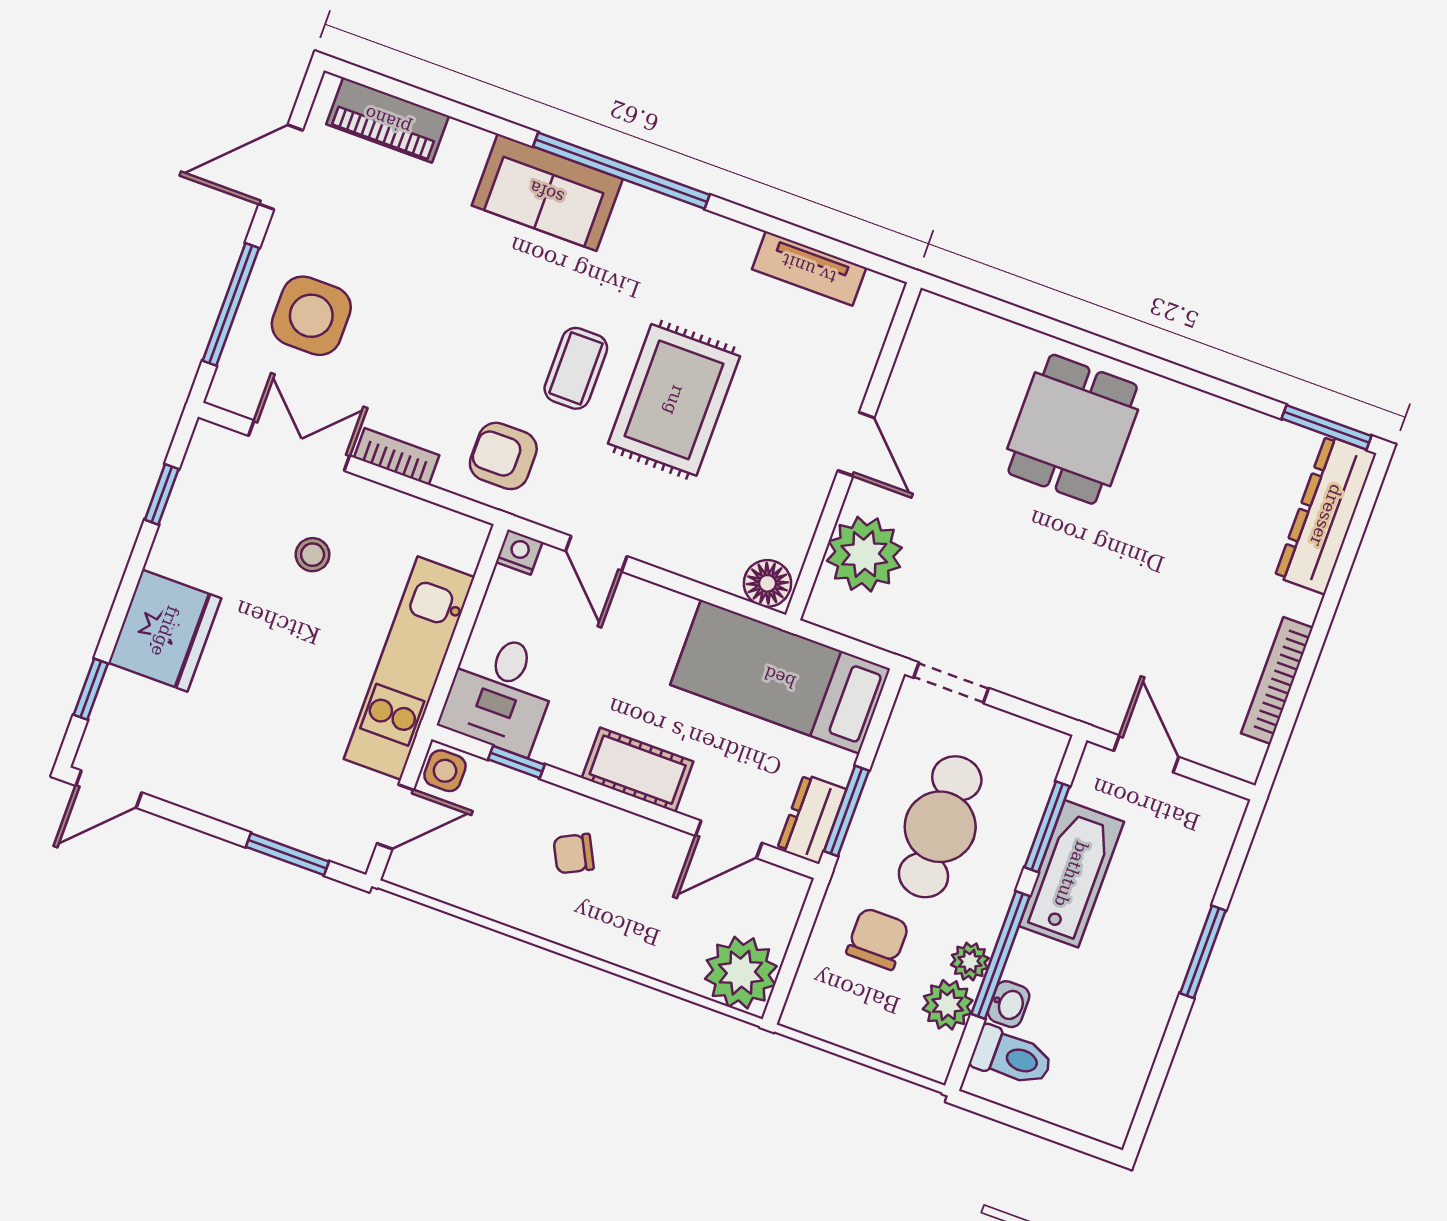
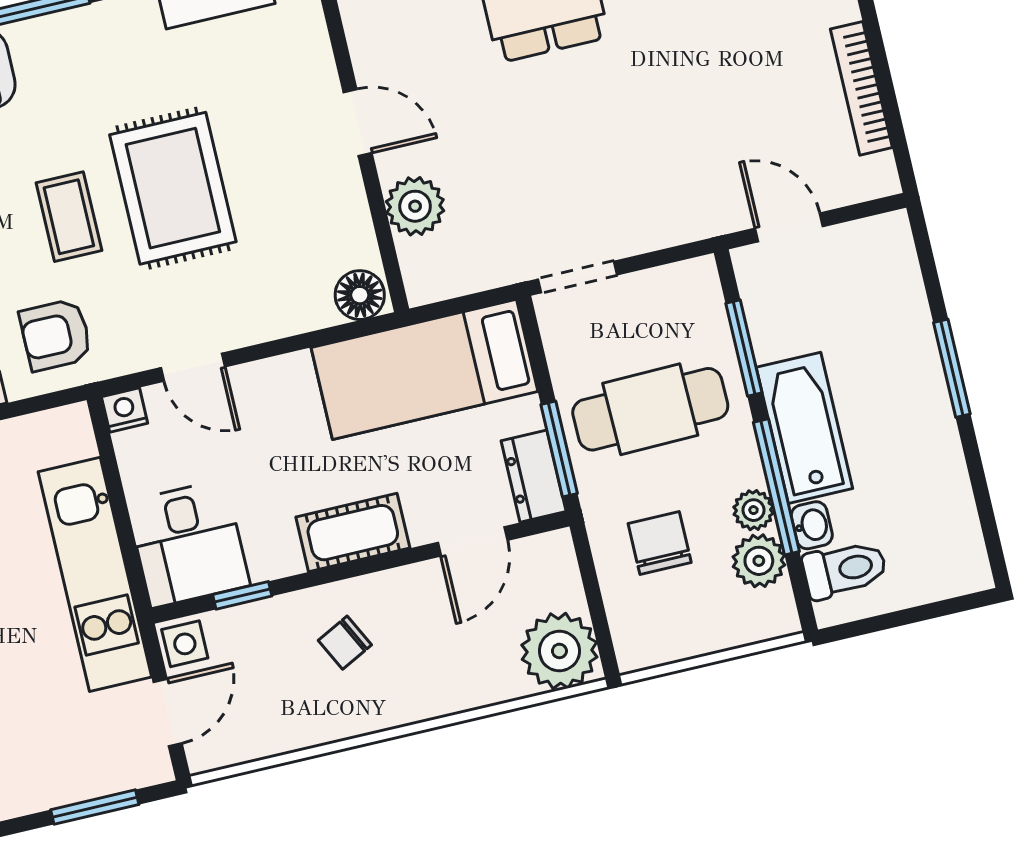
plant: (864, 554) -> (415, 206), width x0.73, depth x0.73
cafe table: (940, 827) -> (650, 409), turned 90
bathtub: (1071, 874) -> (804, 428), moved

